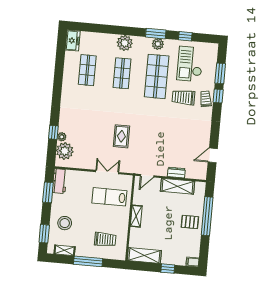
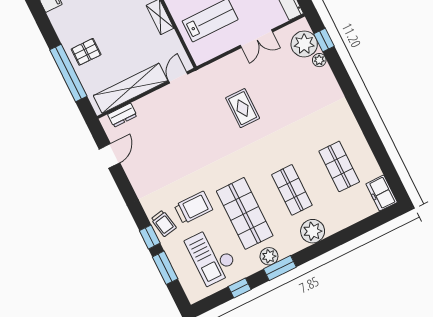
checkout: (190, 64) -> (212, 256), turned 180
window: (53, 132) -> (324, 40), moved
double door: (107, 172) -> (256, 39), moved
dresser: (176, 172) -> (122, 115), moved
shelving: (177, 186) -> (131, 88), width x1.47

